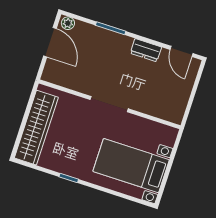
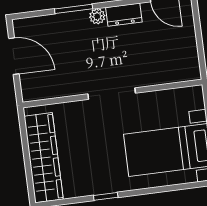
plant: (68, 23) -> (97, 16), moved

